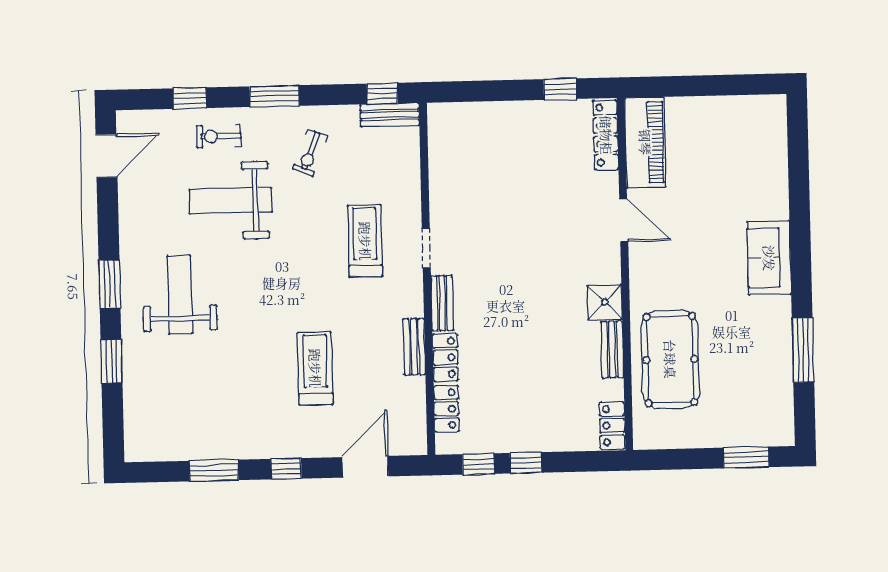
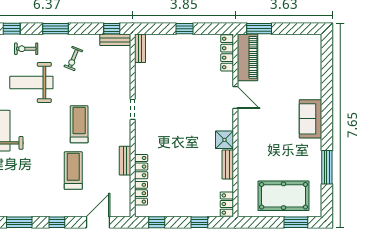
window: (666, 87) -> (259, 29), added
window: (560, 89) -> (184, 29), moved
treadmill: (365, 241) -> (79, 124), moved
bench: (442, 303) -> (140, 48), moved
pool table: (670, 359) -> (284, 196), moved, turned 90
window: (526, 463) -> (199, 222), moved

